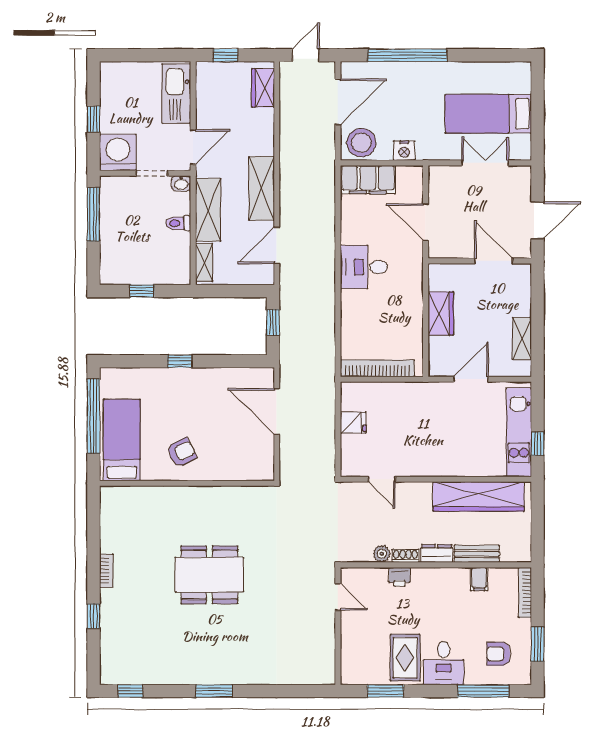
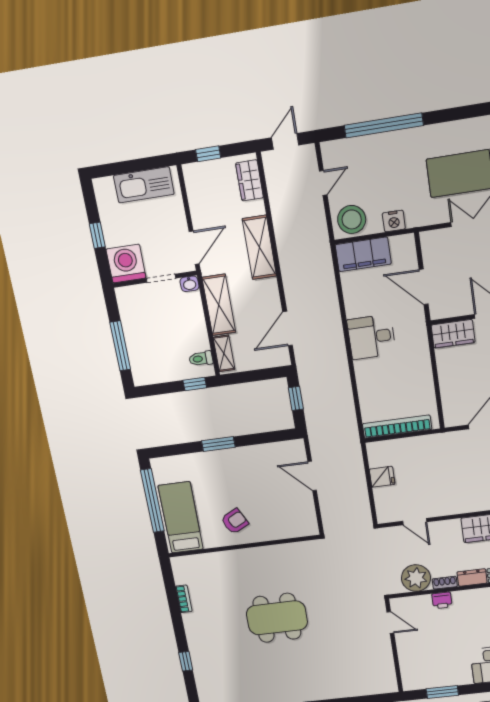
kitchen sink: (176, 94) -> (144, 185), moved, turned -90
door: (338, 102) -> (323, 183), width x0.53
shelving: (261, 188) -> (259, 247), moved
window: (93, 214) -> (120, 346), moved
toilet: (178, 223) -> (201, 359), moved
window: (142, 291) -> (195, 384), moved
wardrobe: (441, 313) -> (453, 334), moved, turned 90
window: (180, 361) -> (218, 444), width x1.50
door: (277, 412) -> (312, 476), width x0.73
plant: (382, 554) -> (416, 578), width x1.87, depth x1.87
bookcase: (106, 571) -> (184, 599), moved
rug: (405, 658) -> (456, 664), removed

